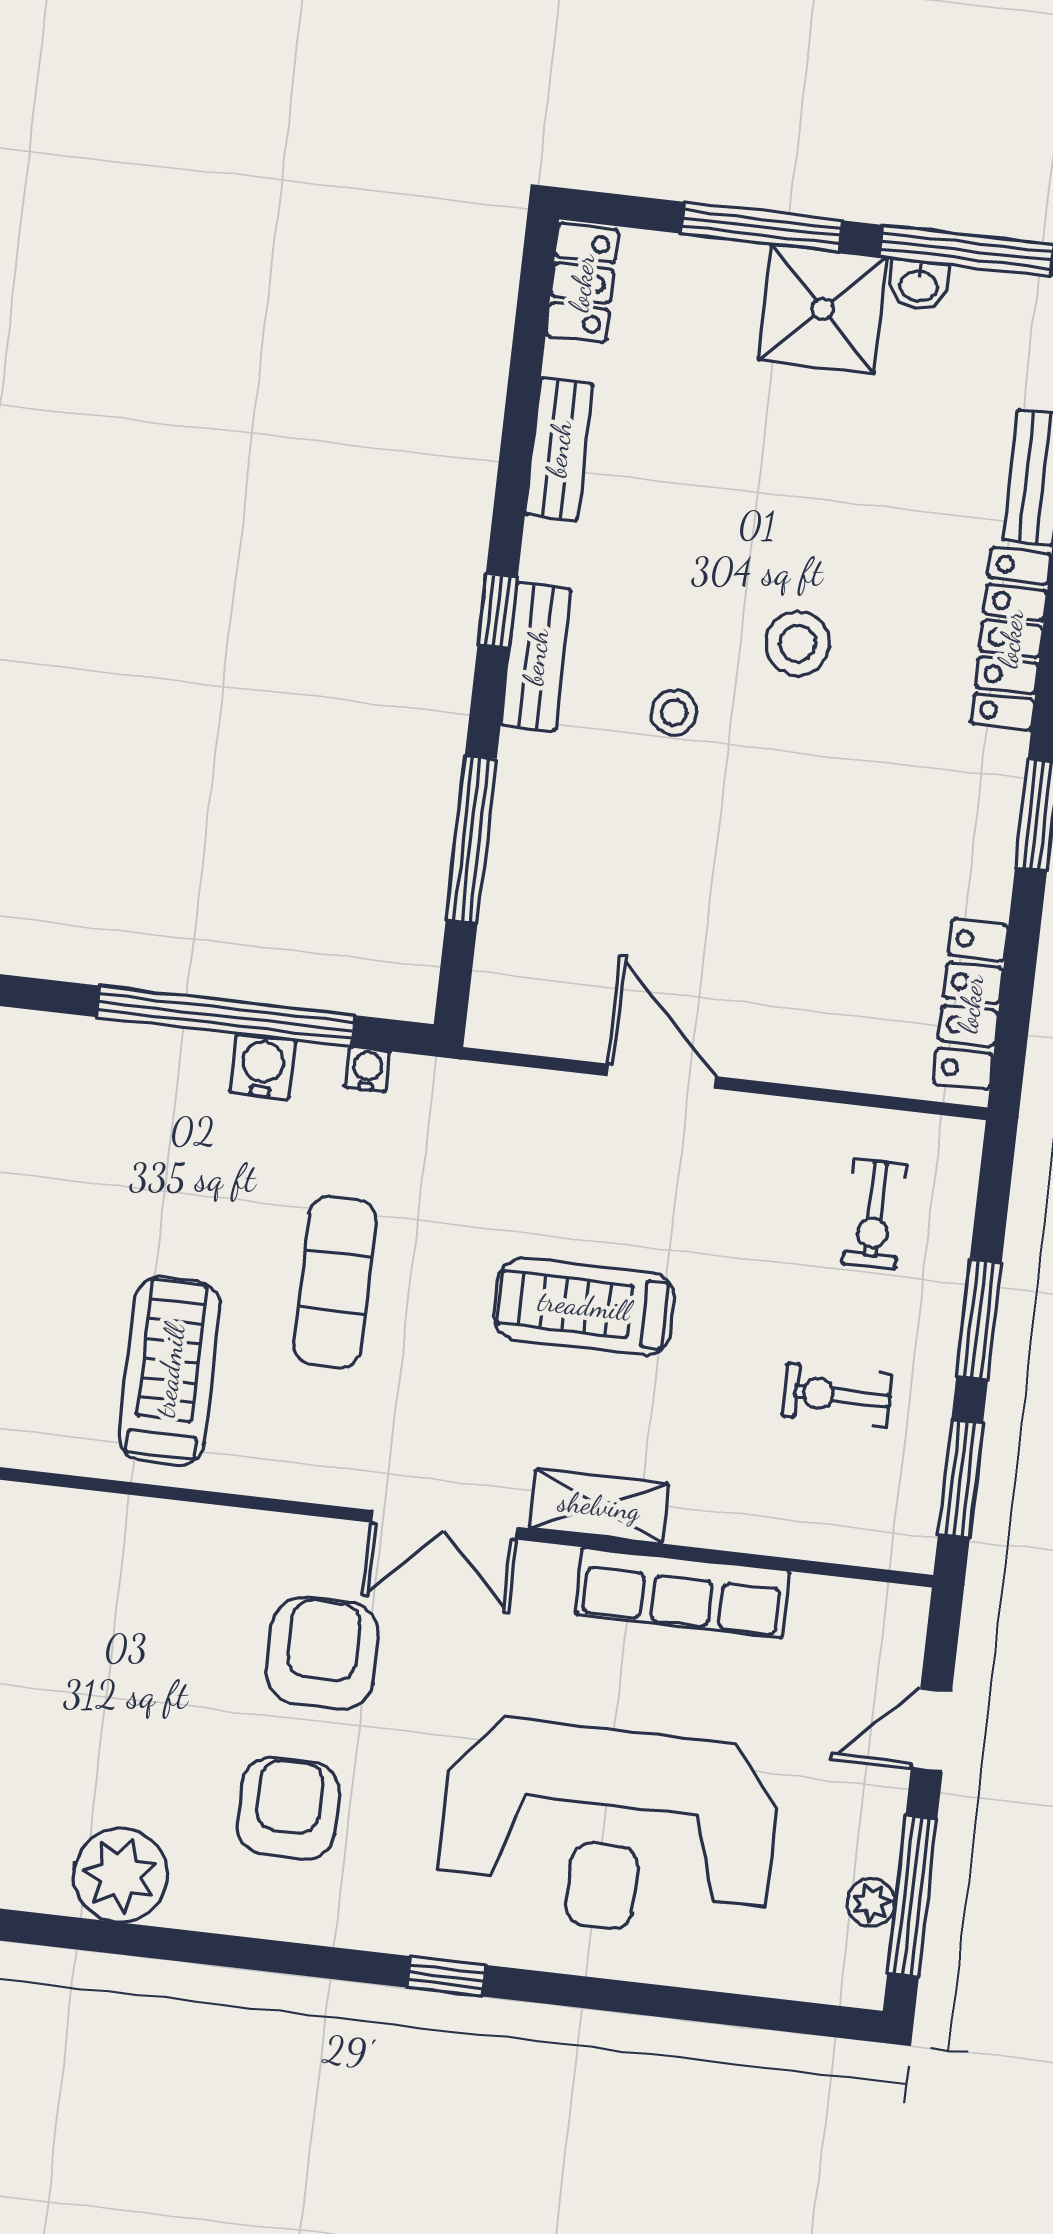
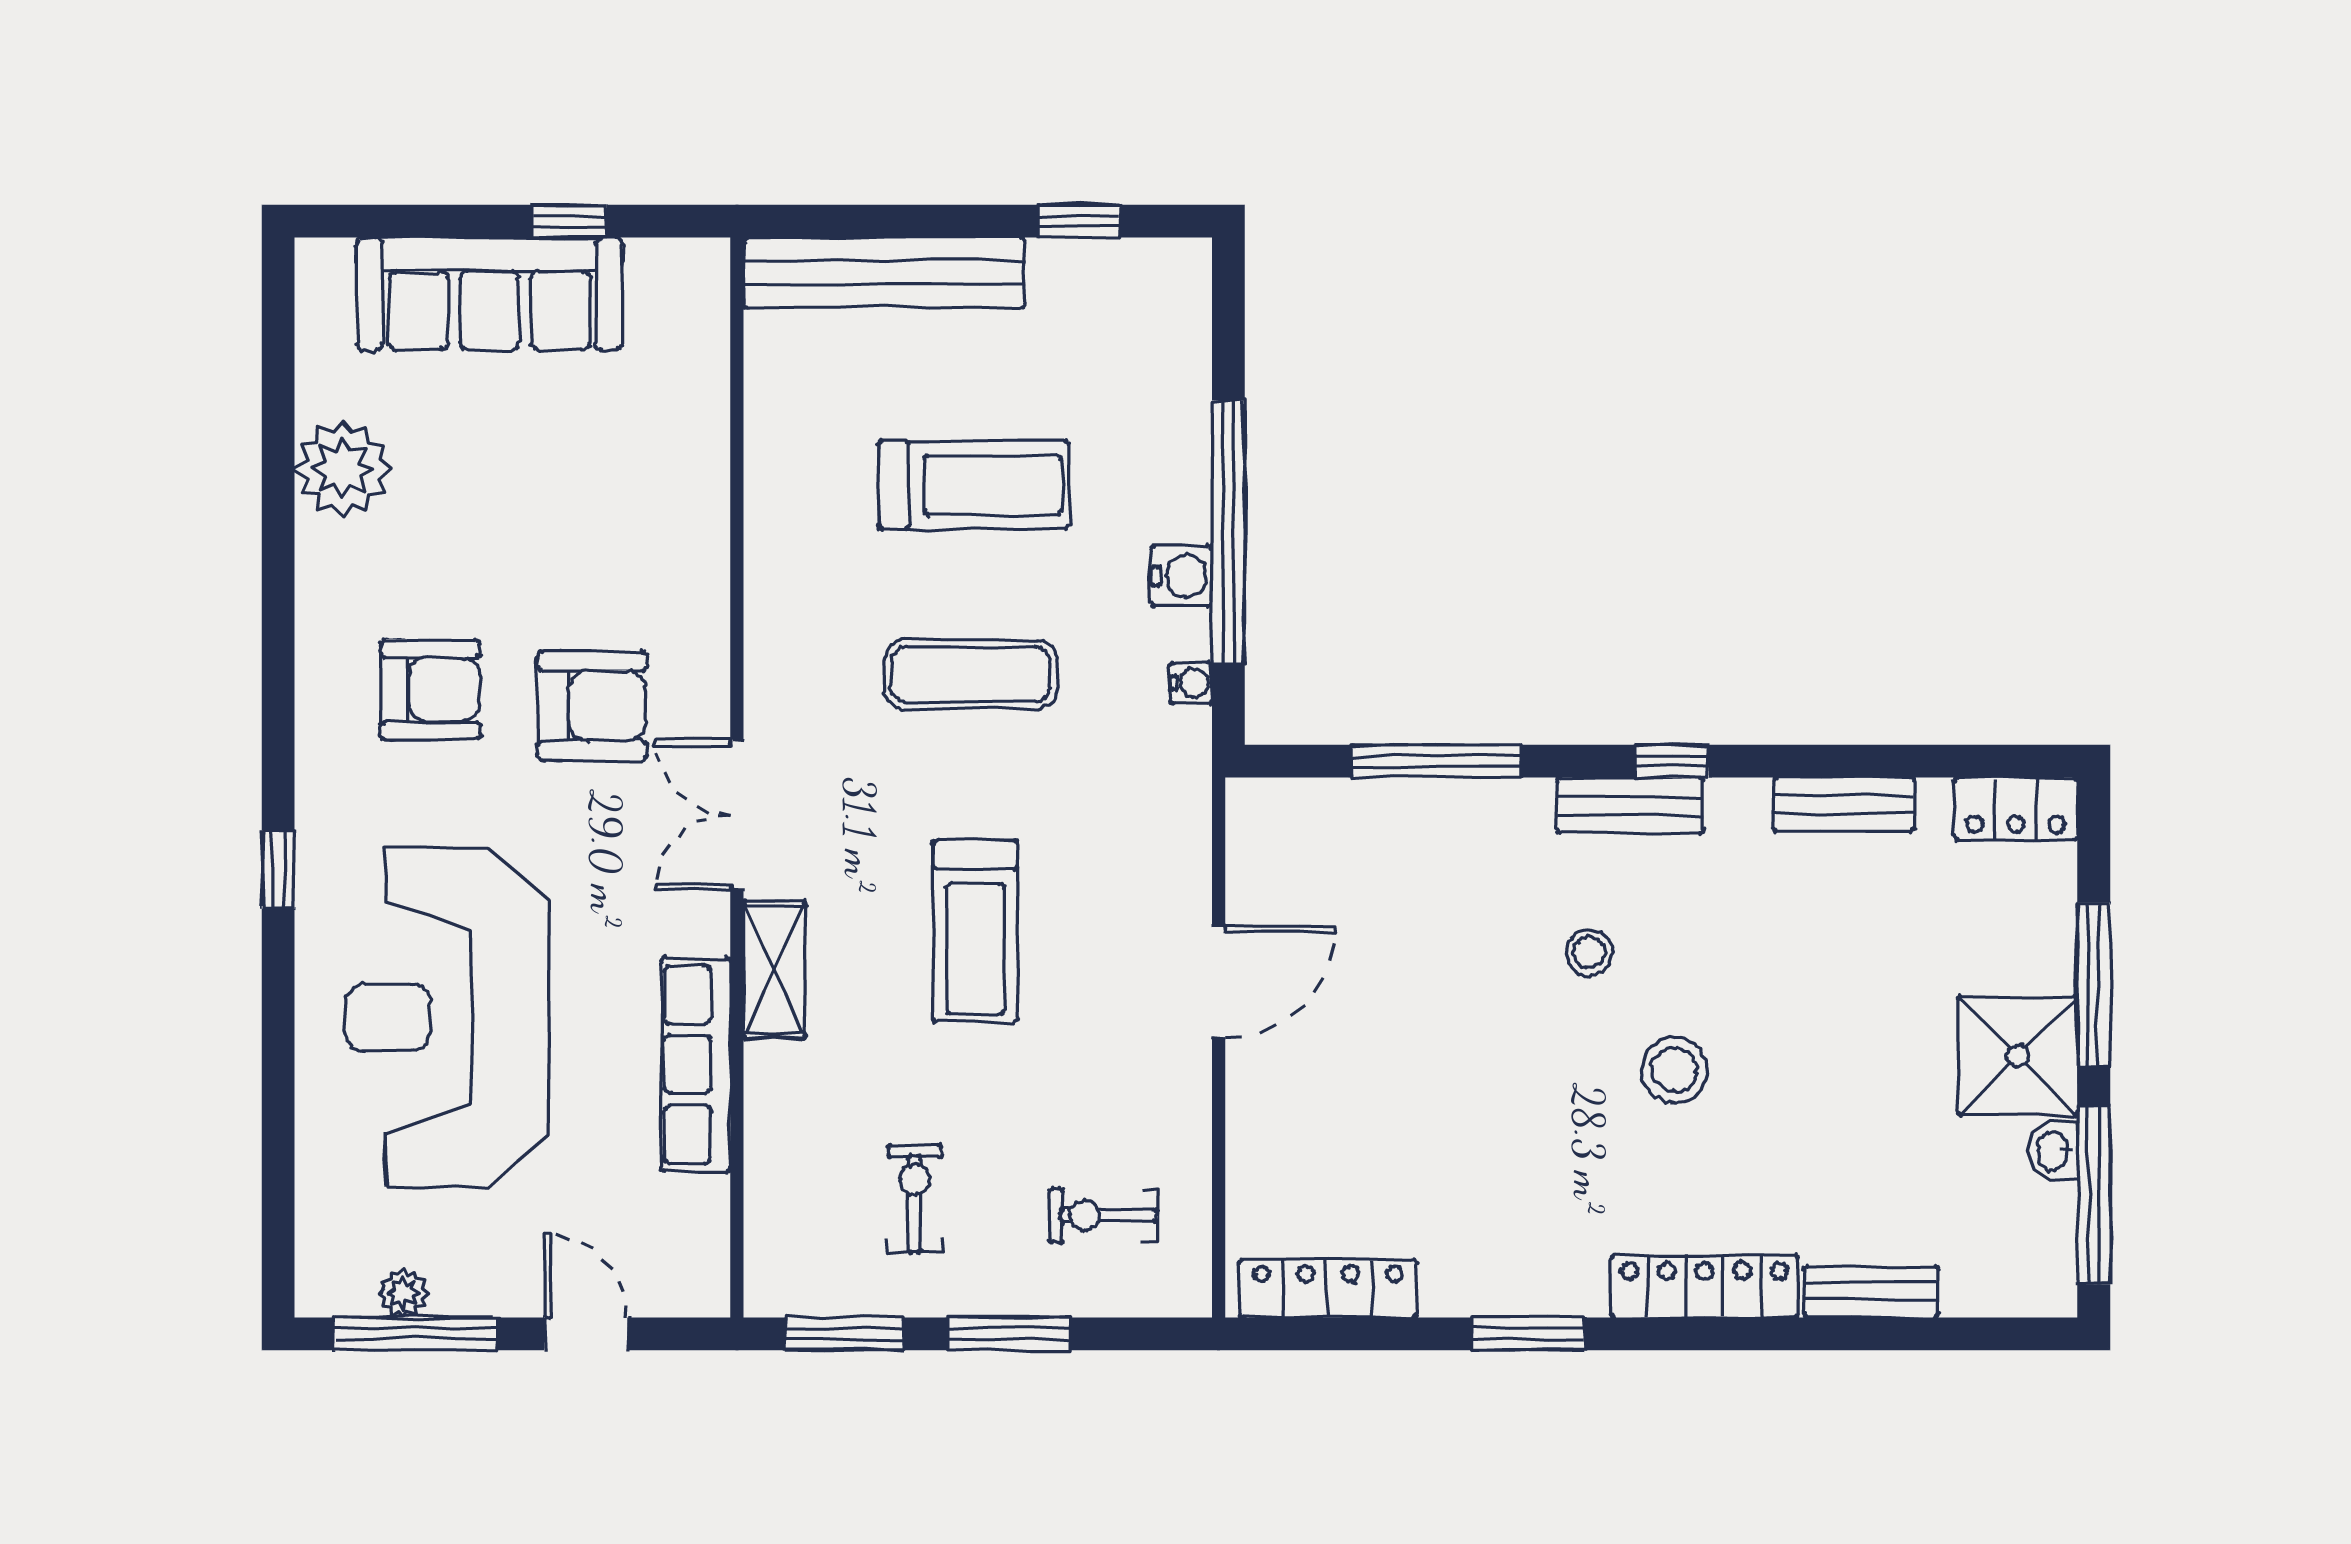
treadmill: (584, 1306) -> (975, 931), turned 180
treadmill: (170, 1371) -> (974, 485), moved
plant: (120, 1875) -> (343, 469), moved

